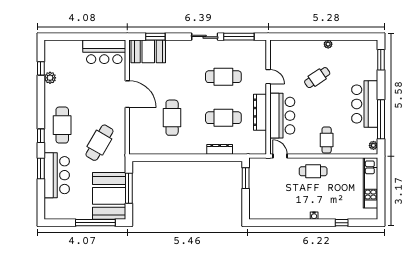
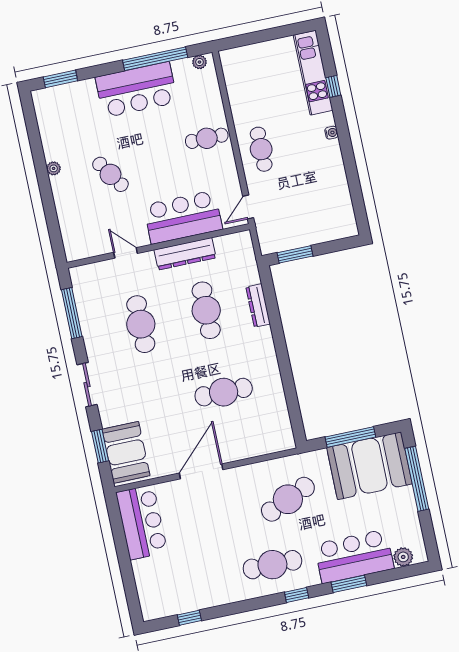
sliding door: (205, 37) -> (87, 385), moved
door: (268, 77) -> (126, 253), hinge flipped
plant: (50, 78) -> (403, 557), moved
cafe table: (99, 143) -> (288, 499), turned -54
kitchen unit: (371, 183) -> (313, 73), moved, turned 90

